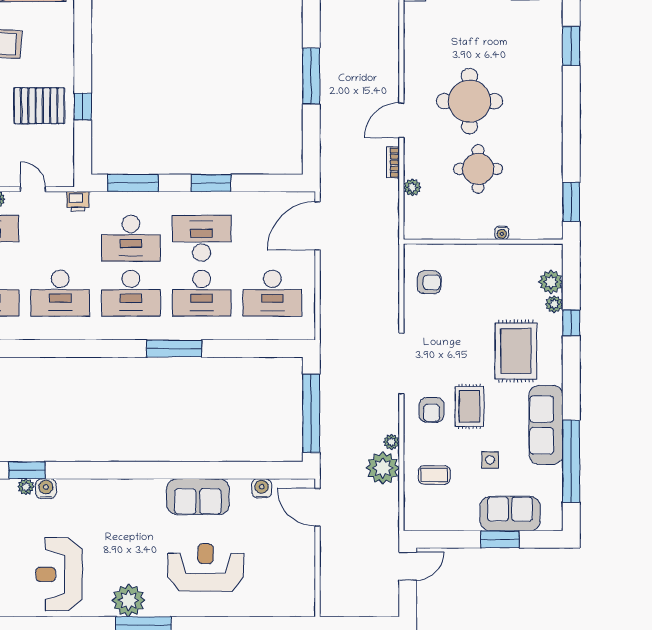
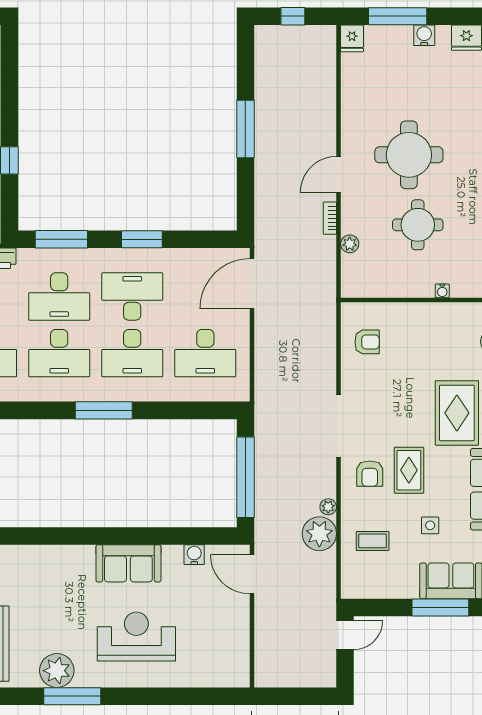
window: (500, 539) -> (440, 607), width x1.44

